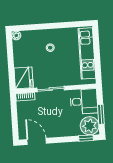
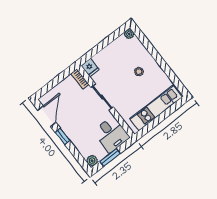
fridge: (24, 78) -> (90, 68), width x0.53, depth x0.75
plant: (90, 126) -> (92, 161), width x0.53, depth x0.53
window: (86, 138) -> (63, 136), moved

